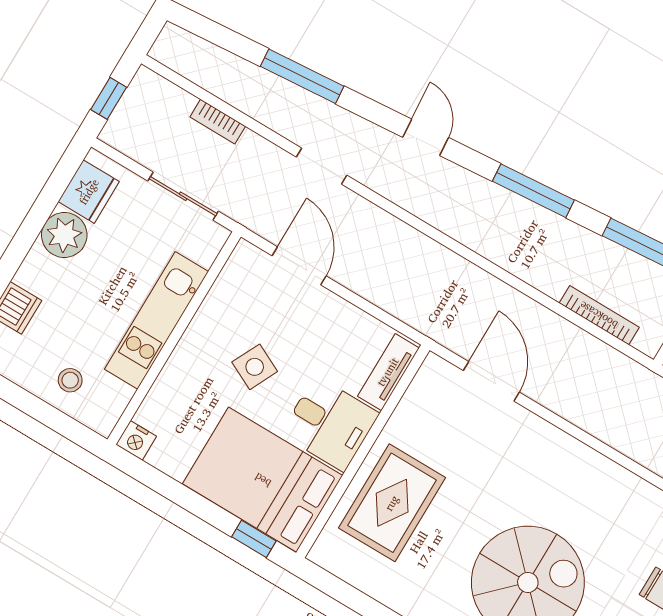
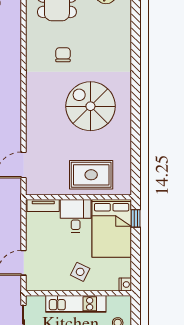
side table: (255, 367) -> (80, 272), moved

